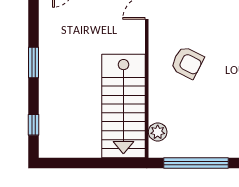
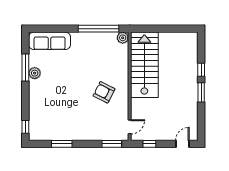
window: (34, 125) -> (201, 70), moved
plant: (158, 132) -> (123, 38), moved

